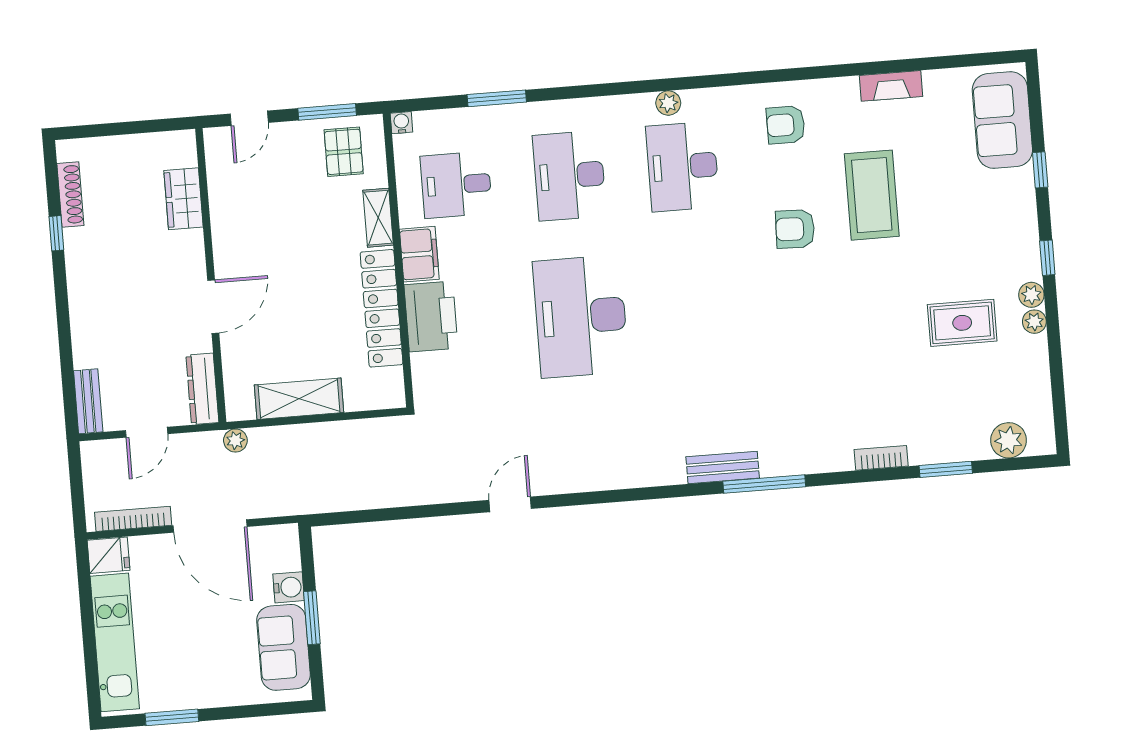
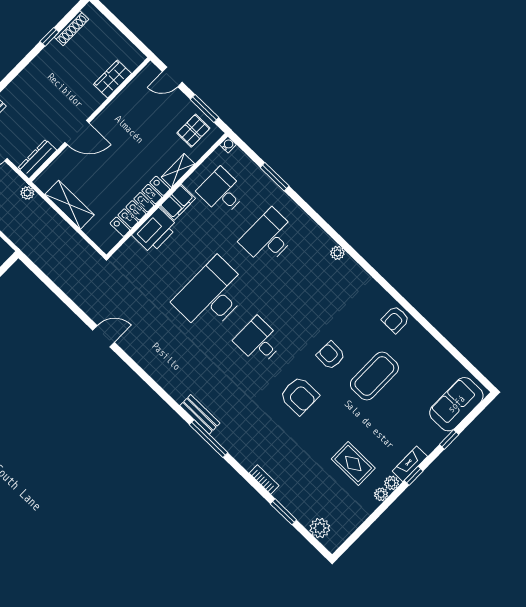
fireplace: (891, 86) -> (410, 464), moved, turned 90
armchair: (786, 125) -> (395, 319), moved, turned -90
desk: (683, 167) -> (258, 341), moved, width x0.73
armchair: (812, 316) -> (299, 396), added

